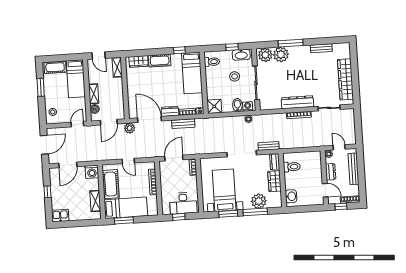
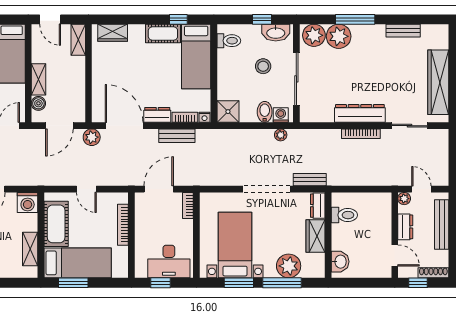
cot: (160, 61) -> (163, 34), moved

